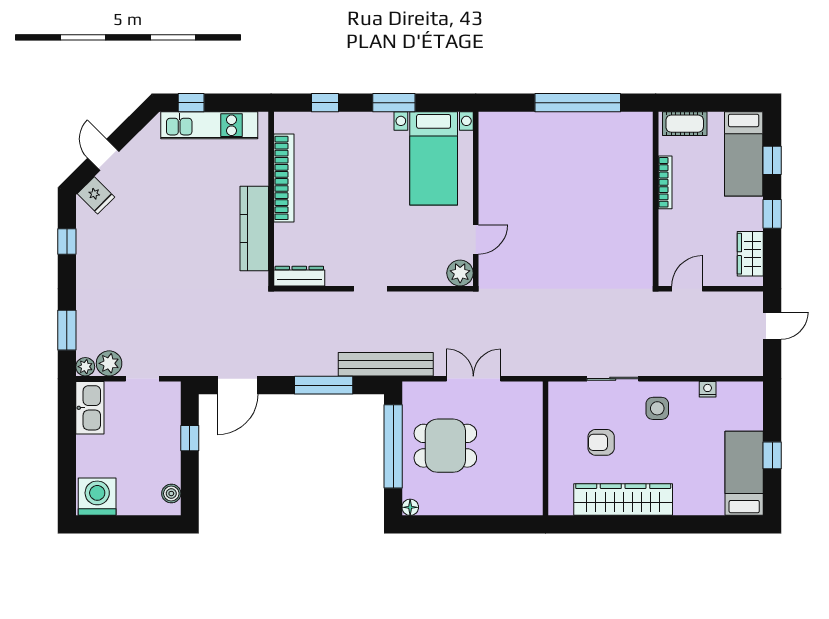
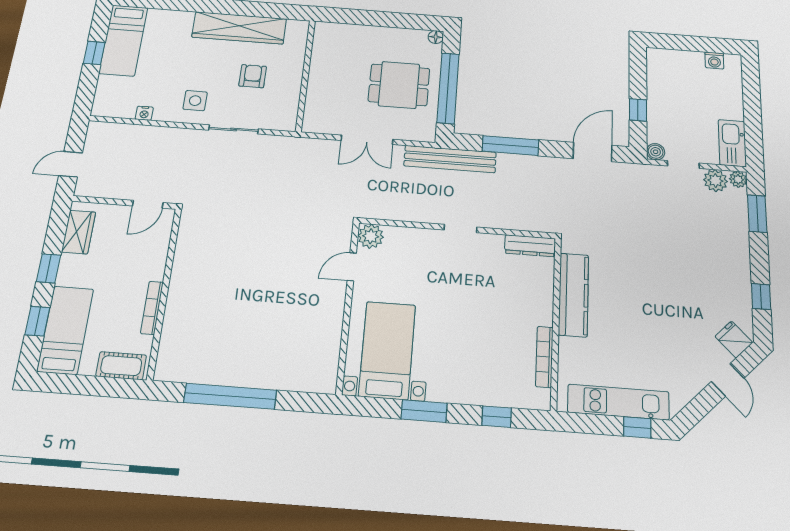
bookcase: (284, 178) -> (544, 357), width x0.68, depth x0.76
armchair: (601, 442) -> (253, 76), turned -90
boiler: (171, 494) -> (656, 152), moved
washing machine: (97, 497) -> (714, 60), width x0.53, depth x0.53

